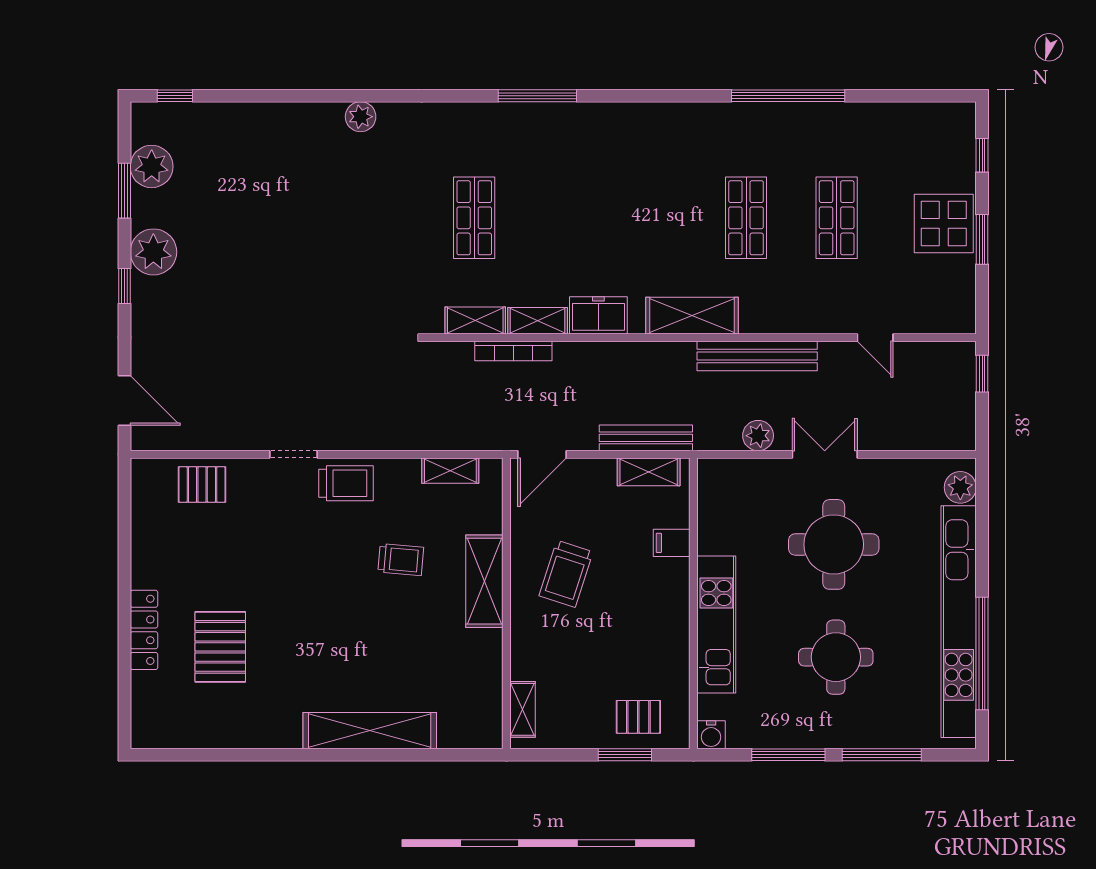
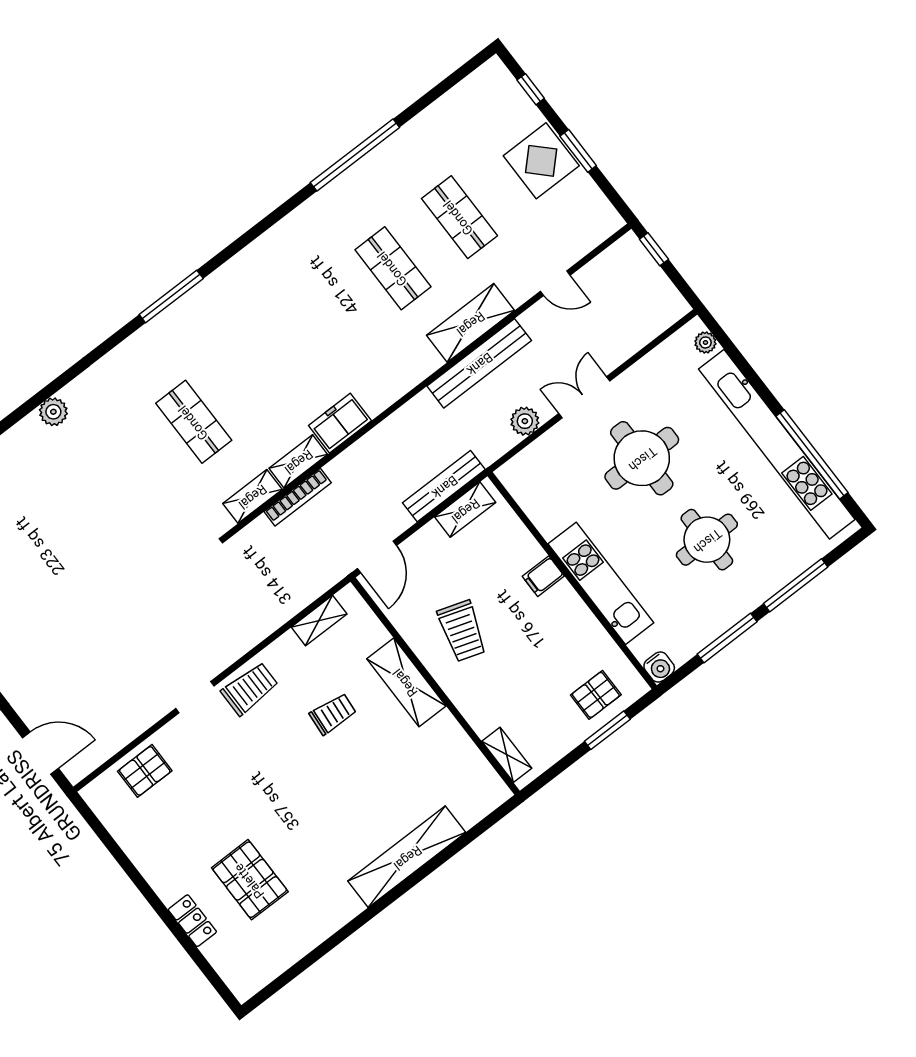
shelving: (692, 316) -> (470, 323), moved
plant: (960, 487) -> (705, 342), width x0.73, depth x0.73
filing cabinet: (672, 543) -> (543, 576), moved
locker: (144, 630) -> (192, 921), width x0.66

